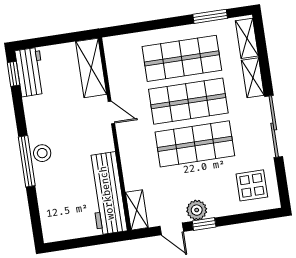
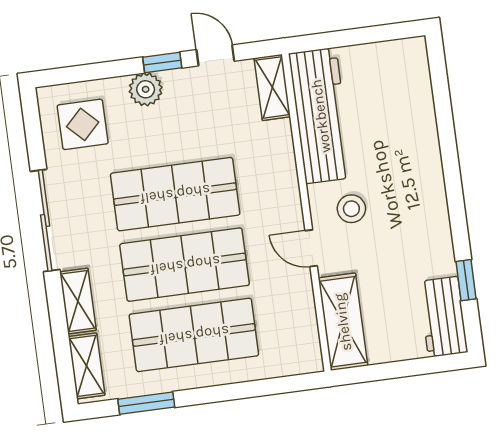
window: (14, 74) -> (466, 280), moved
stool: (42, 153) -> (351, 209), moved
window: (27, 161) -> (451, 170), removed
plant: (197, 210) -> (146, 89), moved

